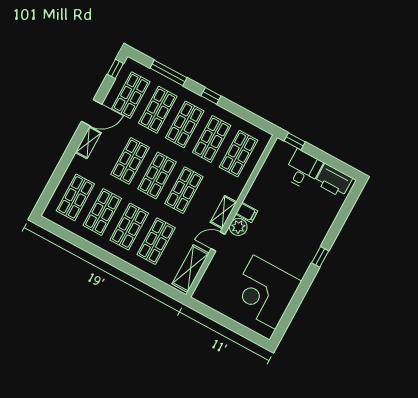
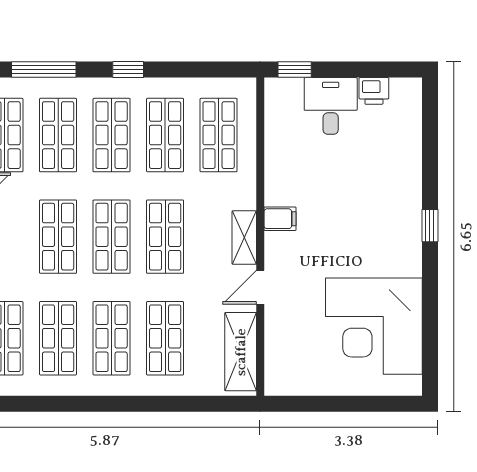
printer: (333, 181) -> (374, 91), width x0.53, depth x0.68
plant: (238, 227) -> (279, 248), removed

